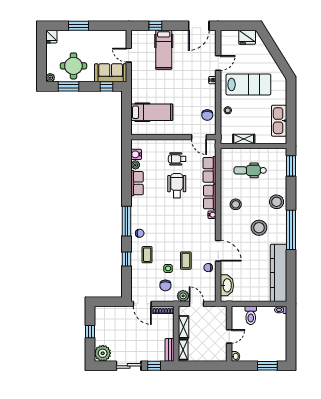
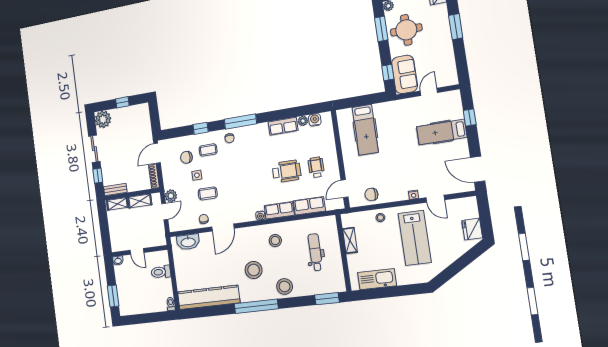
chair: (165, 285) -> (186, 157), moved

